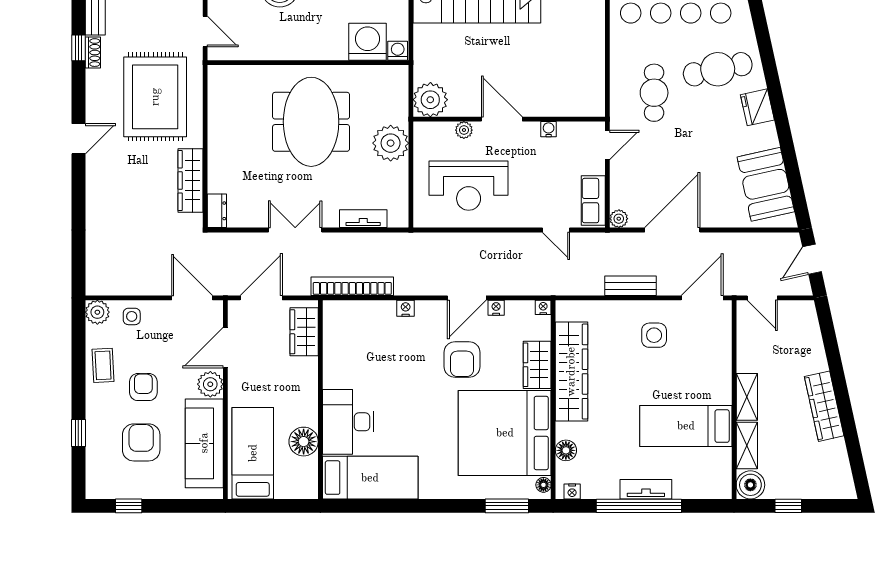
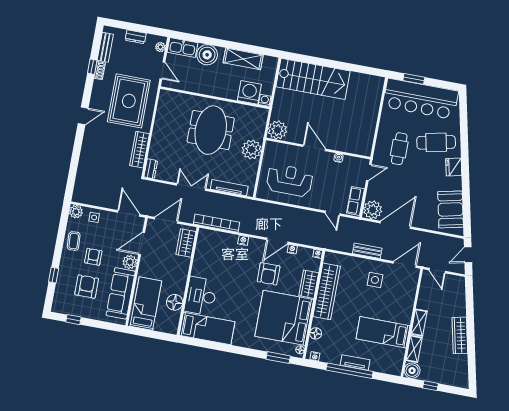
plant: (464, 130) -> (293, 150), removed
reception desk: (469, 186) -> (290, 180), turned 180
tv unit: (363, 219) -> (229, 188), width x1.41
plant: (619, 219) -> (373, 210), width x1.87, depth x1.87

